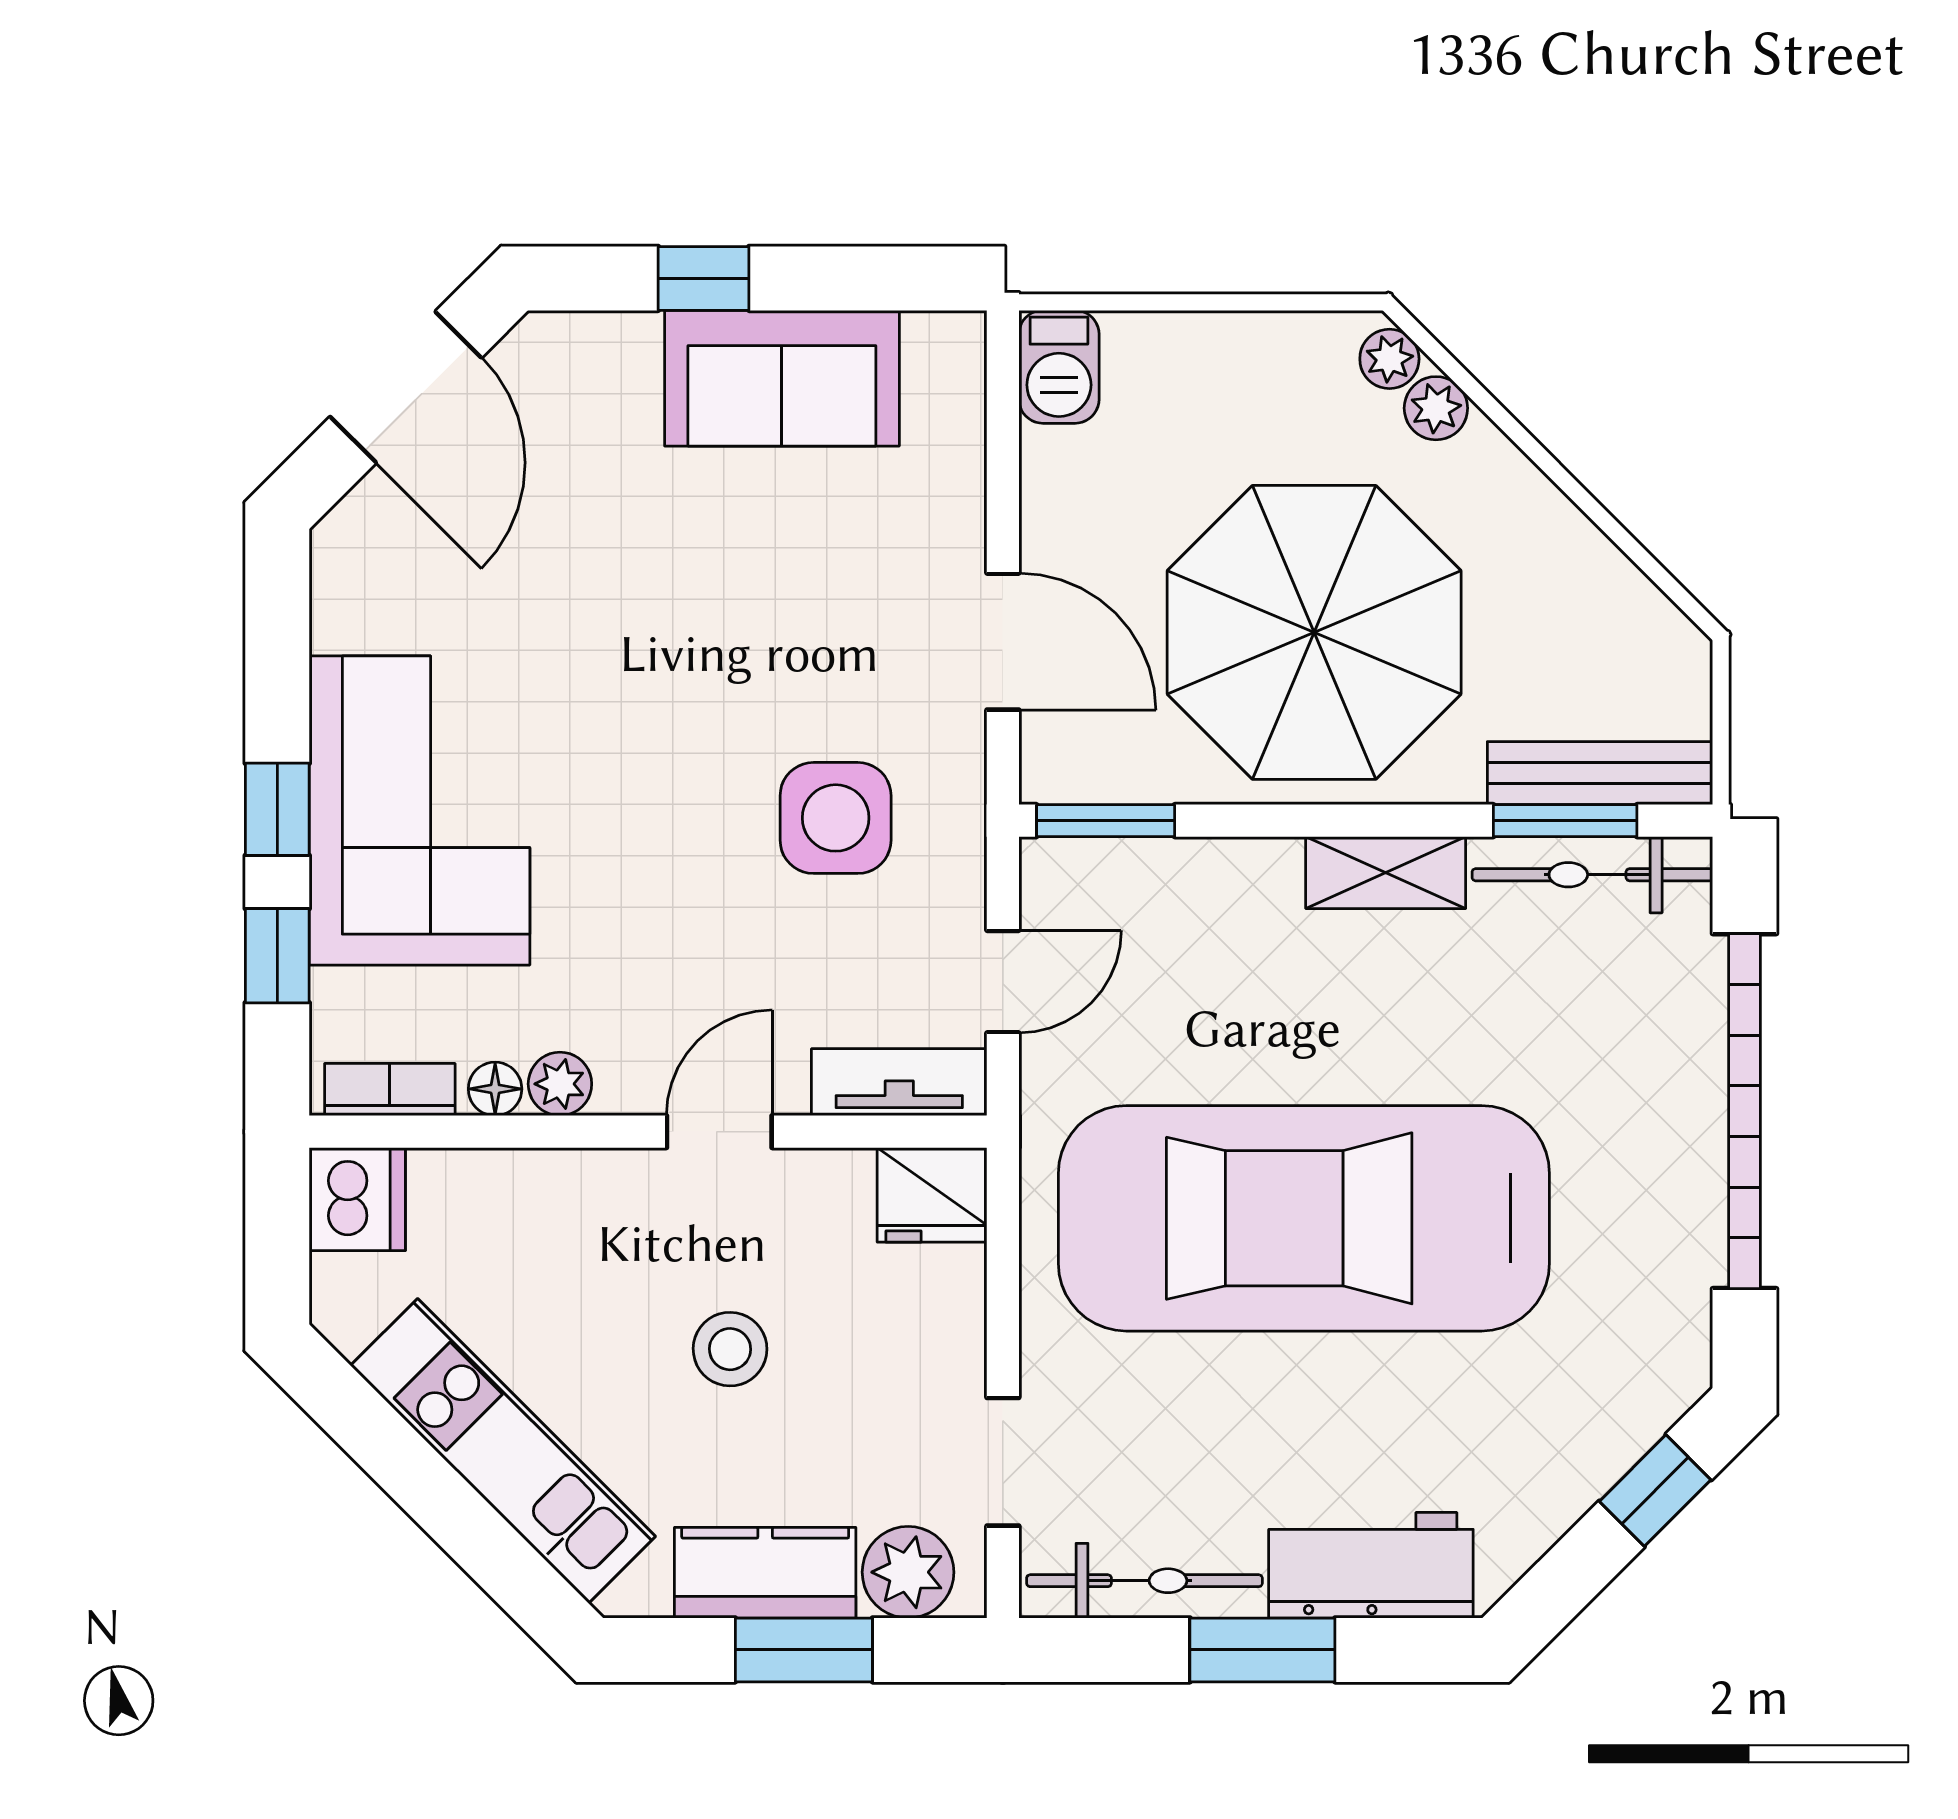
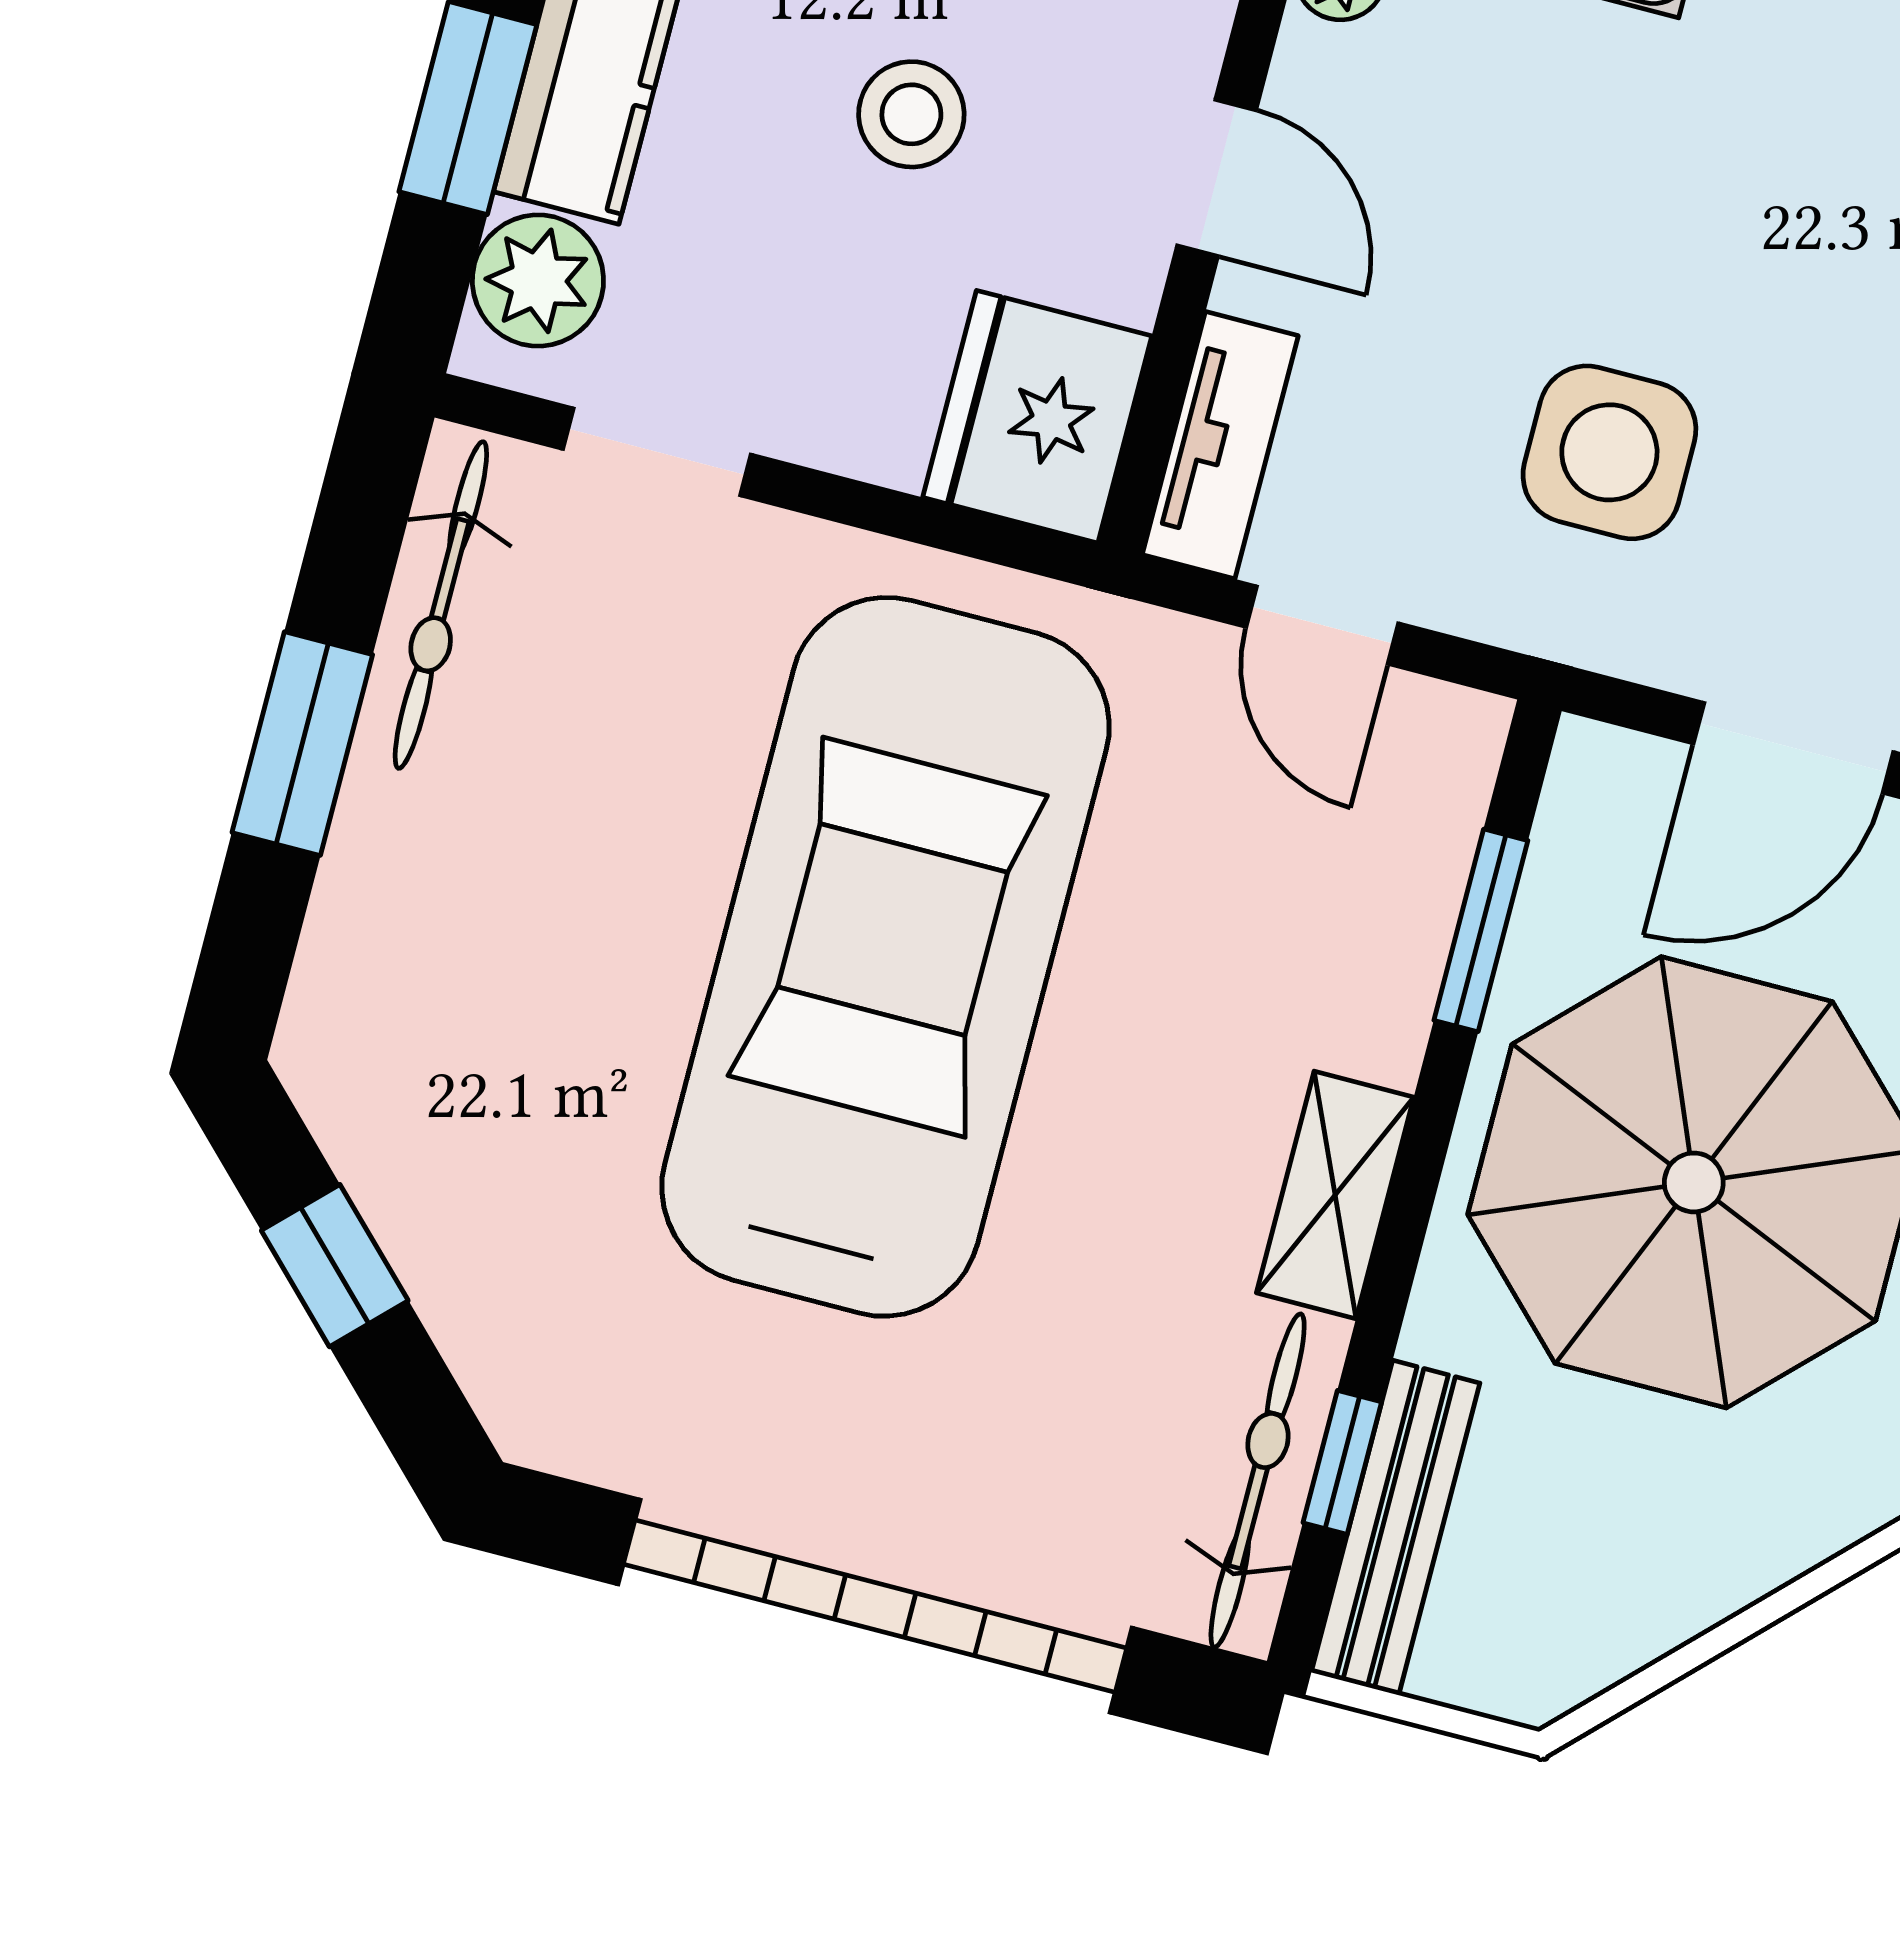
window: (1106, 821) -> (1481, 930), moved
window: (1565, 821) -> (1342, 1462), width x0.67
fridge: (932, 1195) -> (1037, 417), width x1.36, depth x1.34
window: (1655, 1491) -> (335, 1266), moved
workbench: (1371, 1565) -> (381, 924), removed

